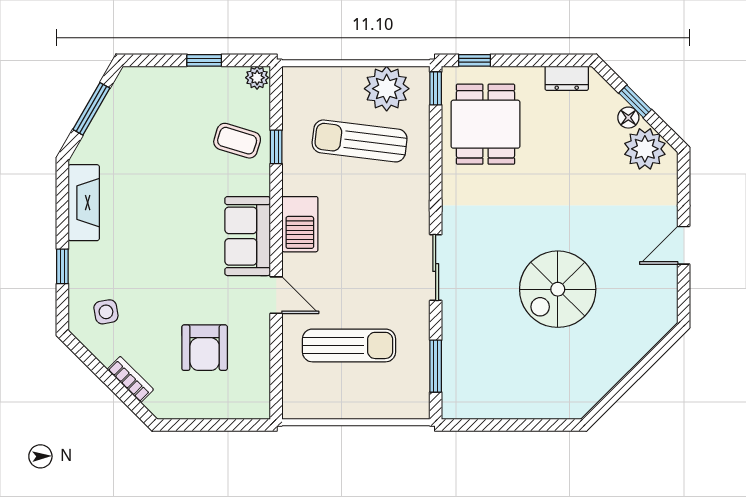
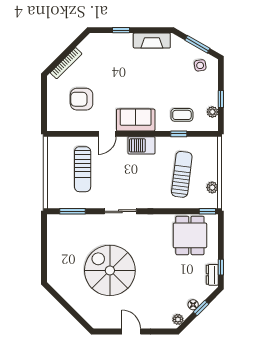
window: (474, 60) -> (221, 267), moved
plant: (257, 78) -> (212, 112), moved
plant: (387, 89) -> (212, 187), width x0.53, depth x0.53
dining table: (485, 124) -> (190, 235), turned 90
coffee table: (237, 141) -> (182, 115), turned 73
plant: (645, 149) -> (178, 319), width x0.53, depth x0.53
spiral stairs: (558, 289) -> (110, 270), width x1.37, depth x1.37
side table: (106, 312) -> (200, 65), moved
bookcase: (130, 379) -> (66, 63), width x1.56

